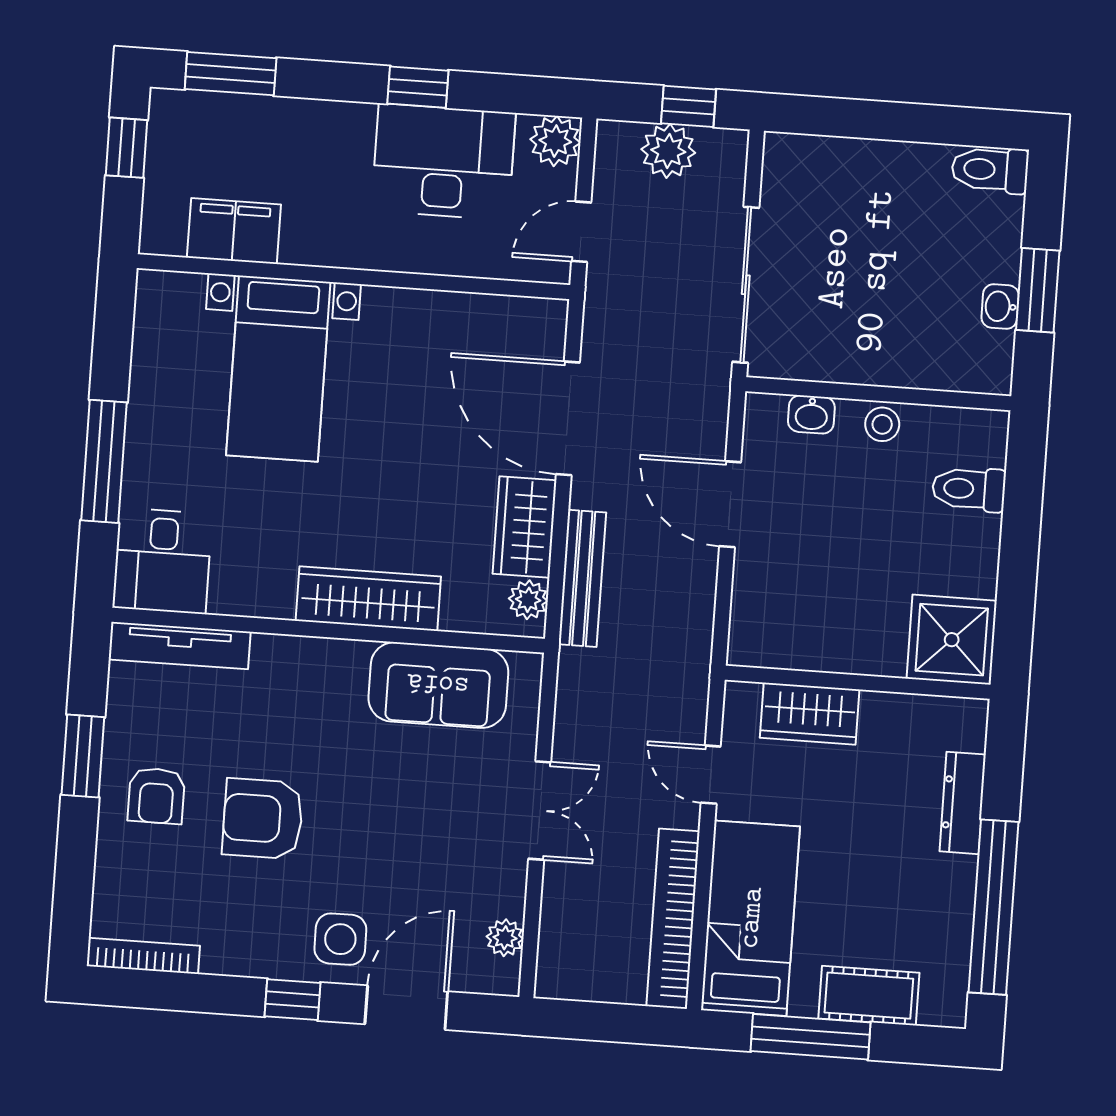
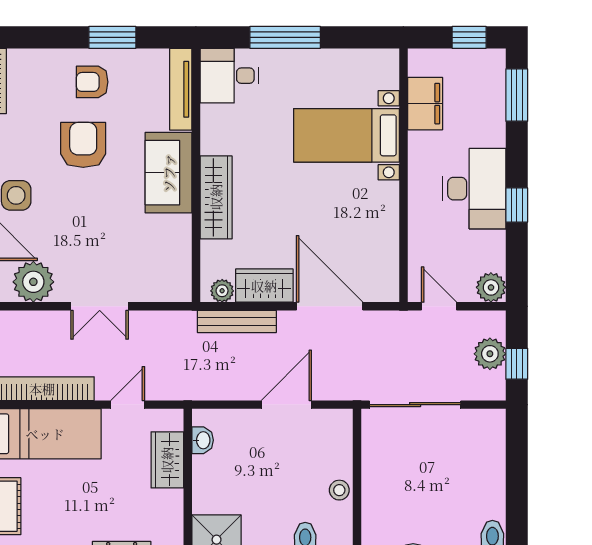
desk: (444, 162) -> (474, 189), moved
washbasin: (811, 414) -> (203, 440), moved, turned 180
door: (568, 418) -> (330, 306), hinge flipped
sofa: (438, 685) -> (169, 173), moved
plant: (505, 938) -> (33, 282), width x1.87, depth x1.87

